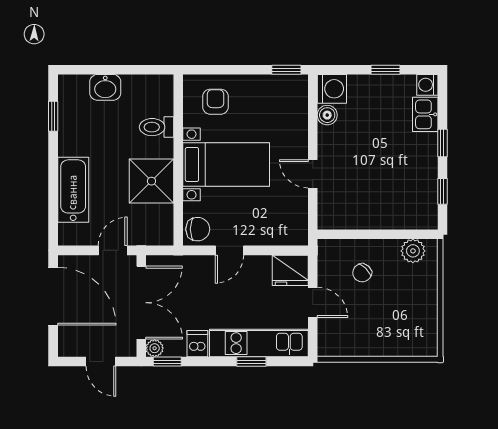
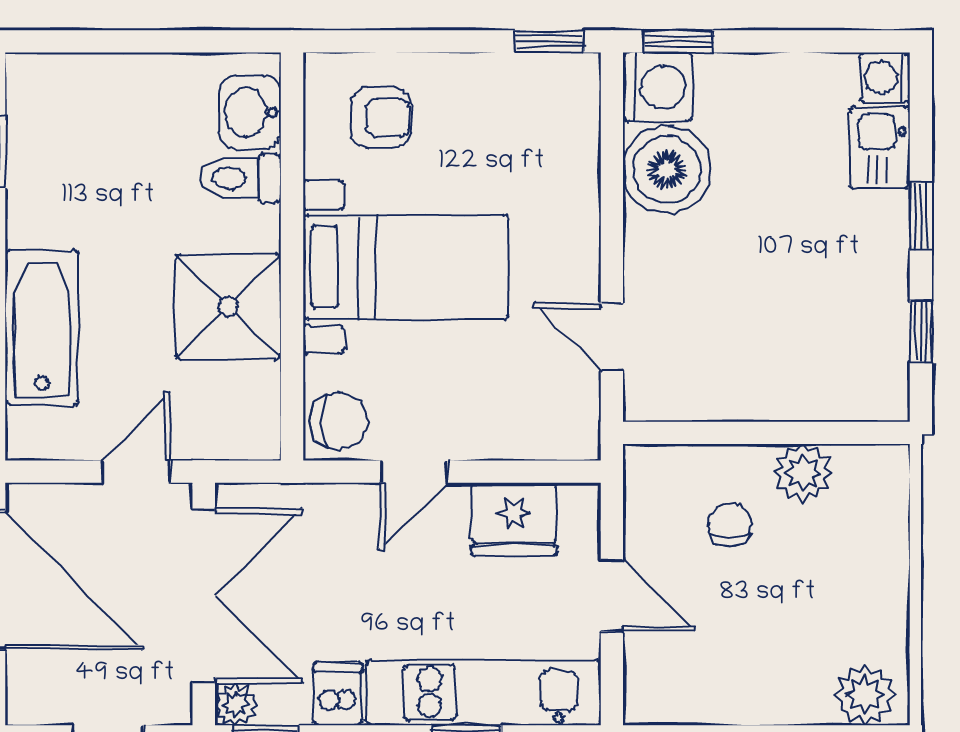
window: (385, 70) -> (679, 41), moved
washbasin: (105, 87) -> (250, 112), moved, turned 90
armchair: (215, 102) -> (381, 118), turned 90
boiler: (327, 115) -> (667, 170), width x1.86, depth x1.86
door: (313, 174) -> (612, 337), moved
plant: (413, 251) -> (803, 473), moved
fridge: (290, 270) -> (514, 519), moved
chair: (362, 273) -> (730, 525), turned 136
plant: (419, 344) -> (865, 695), added

